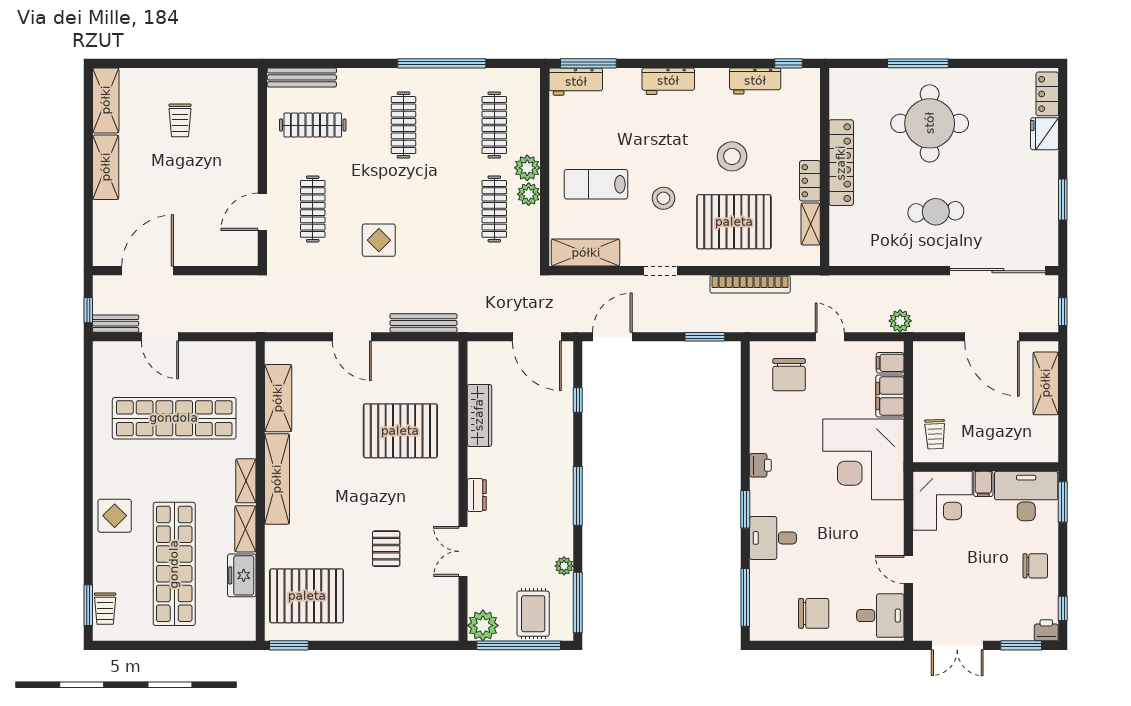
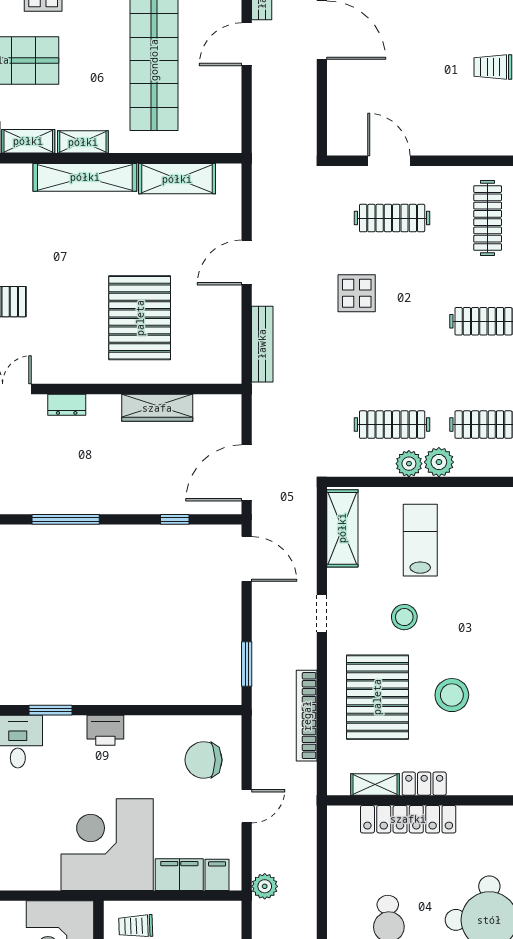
locker: (841, 163) -> (408, 819), moved
printer: (760, 465) -> (105, 730), width x1.36, depth x1.24

